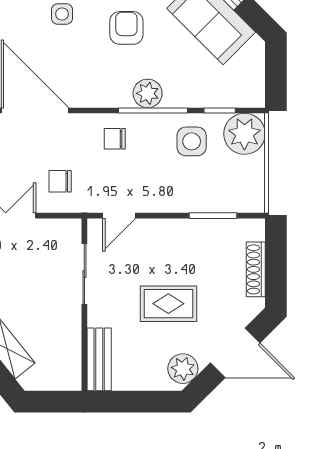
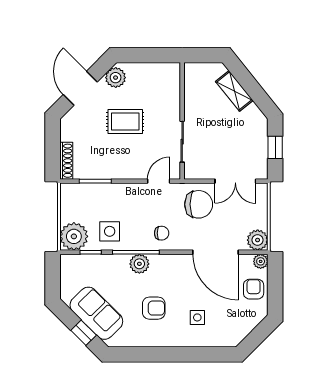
armchair: (126, 28) -> (154, 308), turned -90
chair: (60, 181) -> (199, 204), width x1.87, depth x1.87
shoe rack: (256, 269) -> (66, 161), moved
door: (235, 353) -> (80, 88), hinge flipped
bench: (99, 359) -> (172, 84), removed

